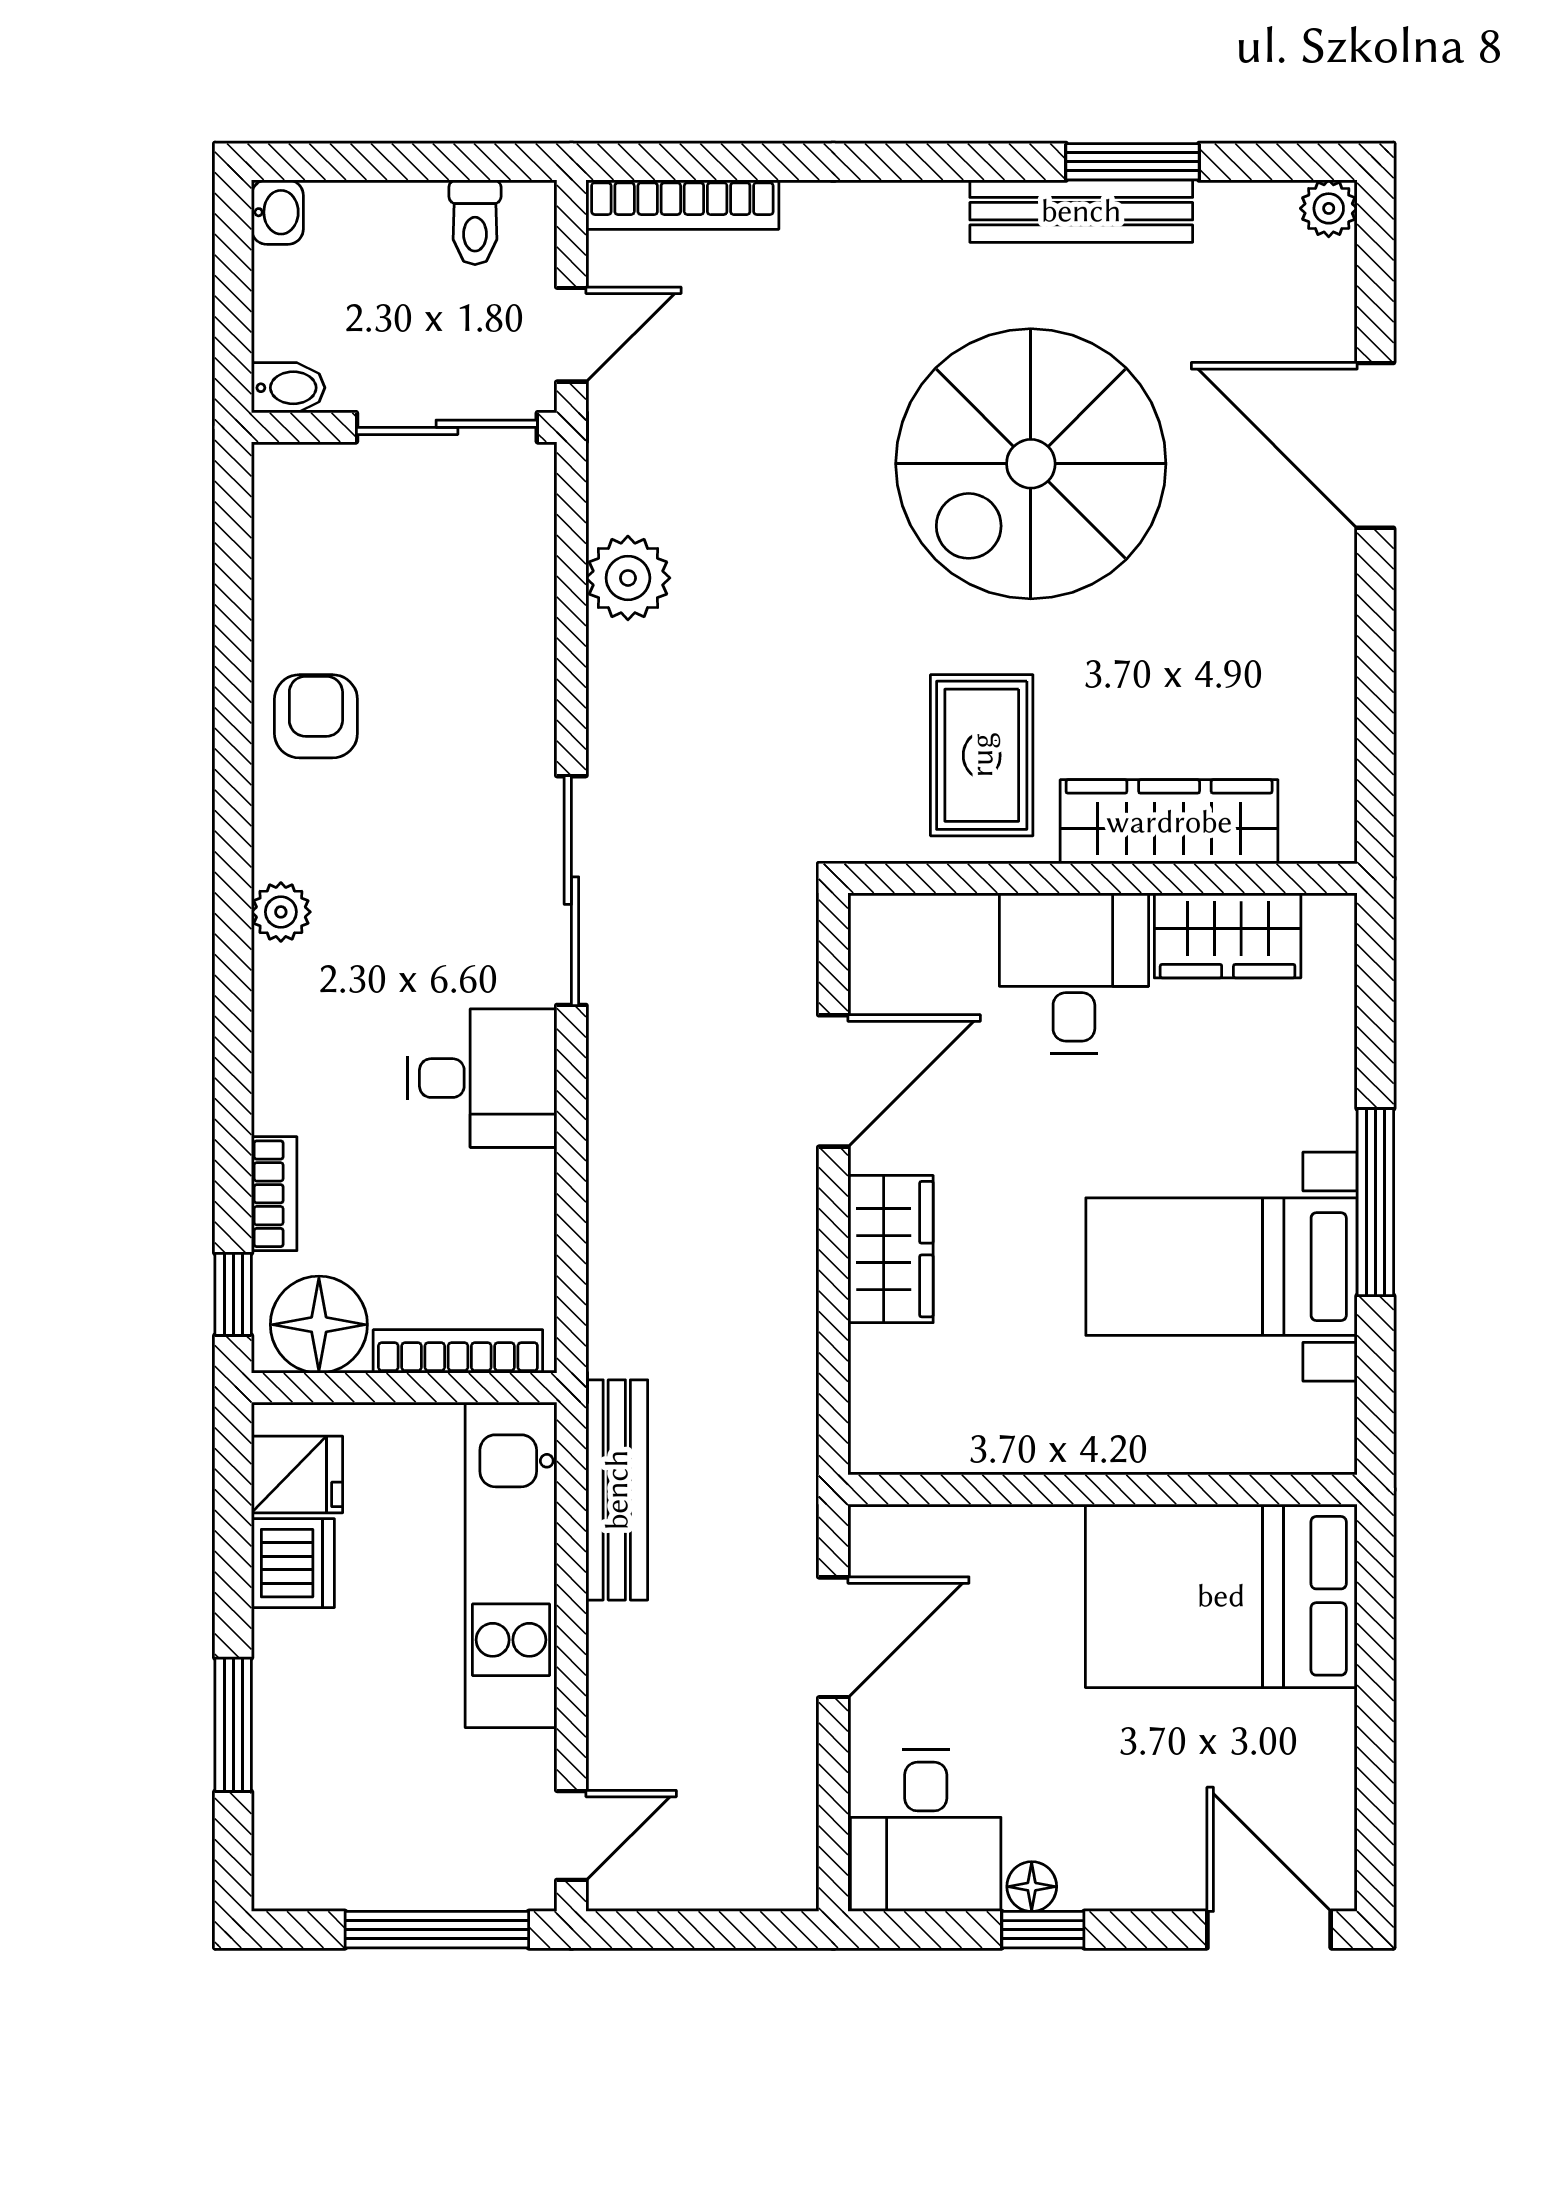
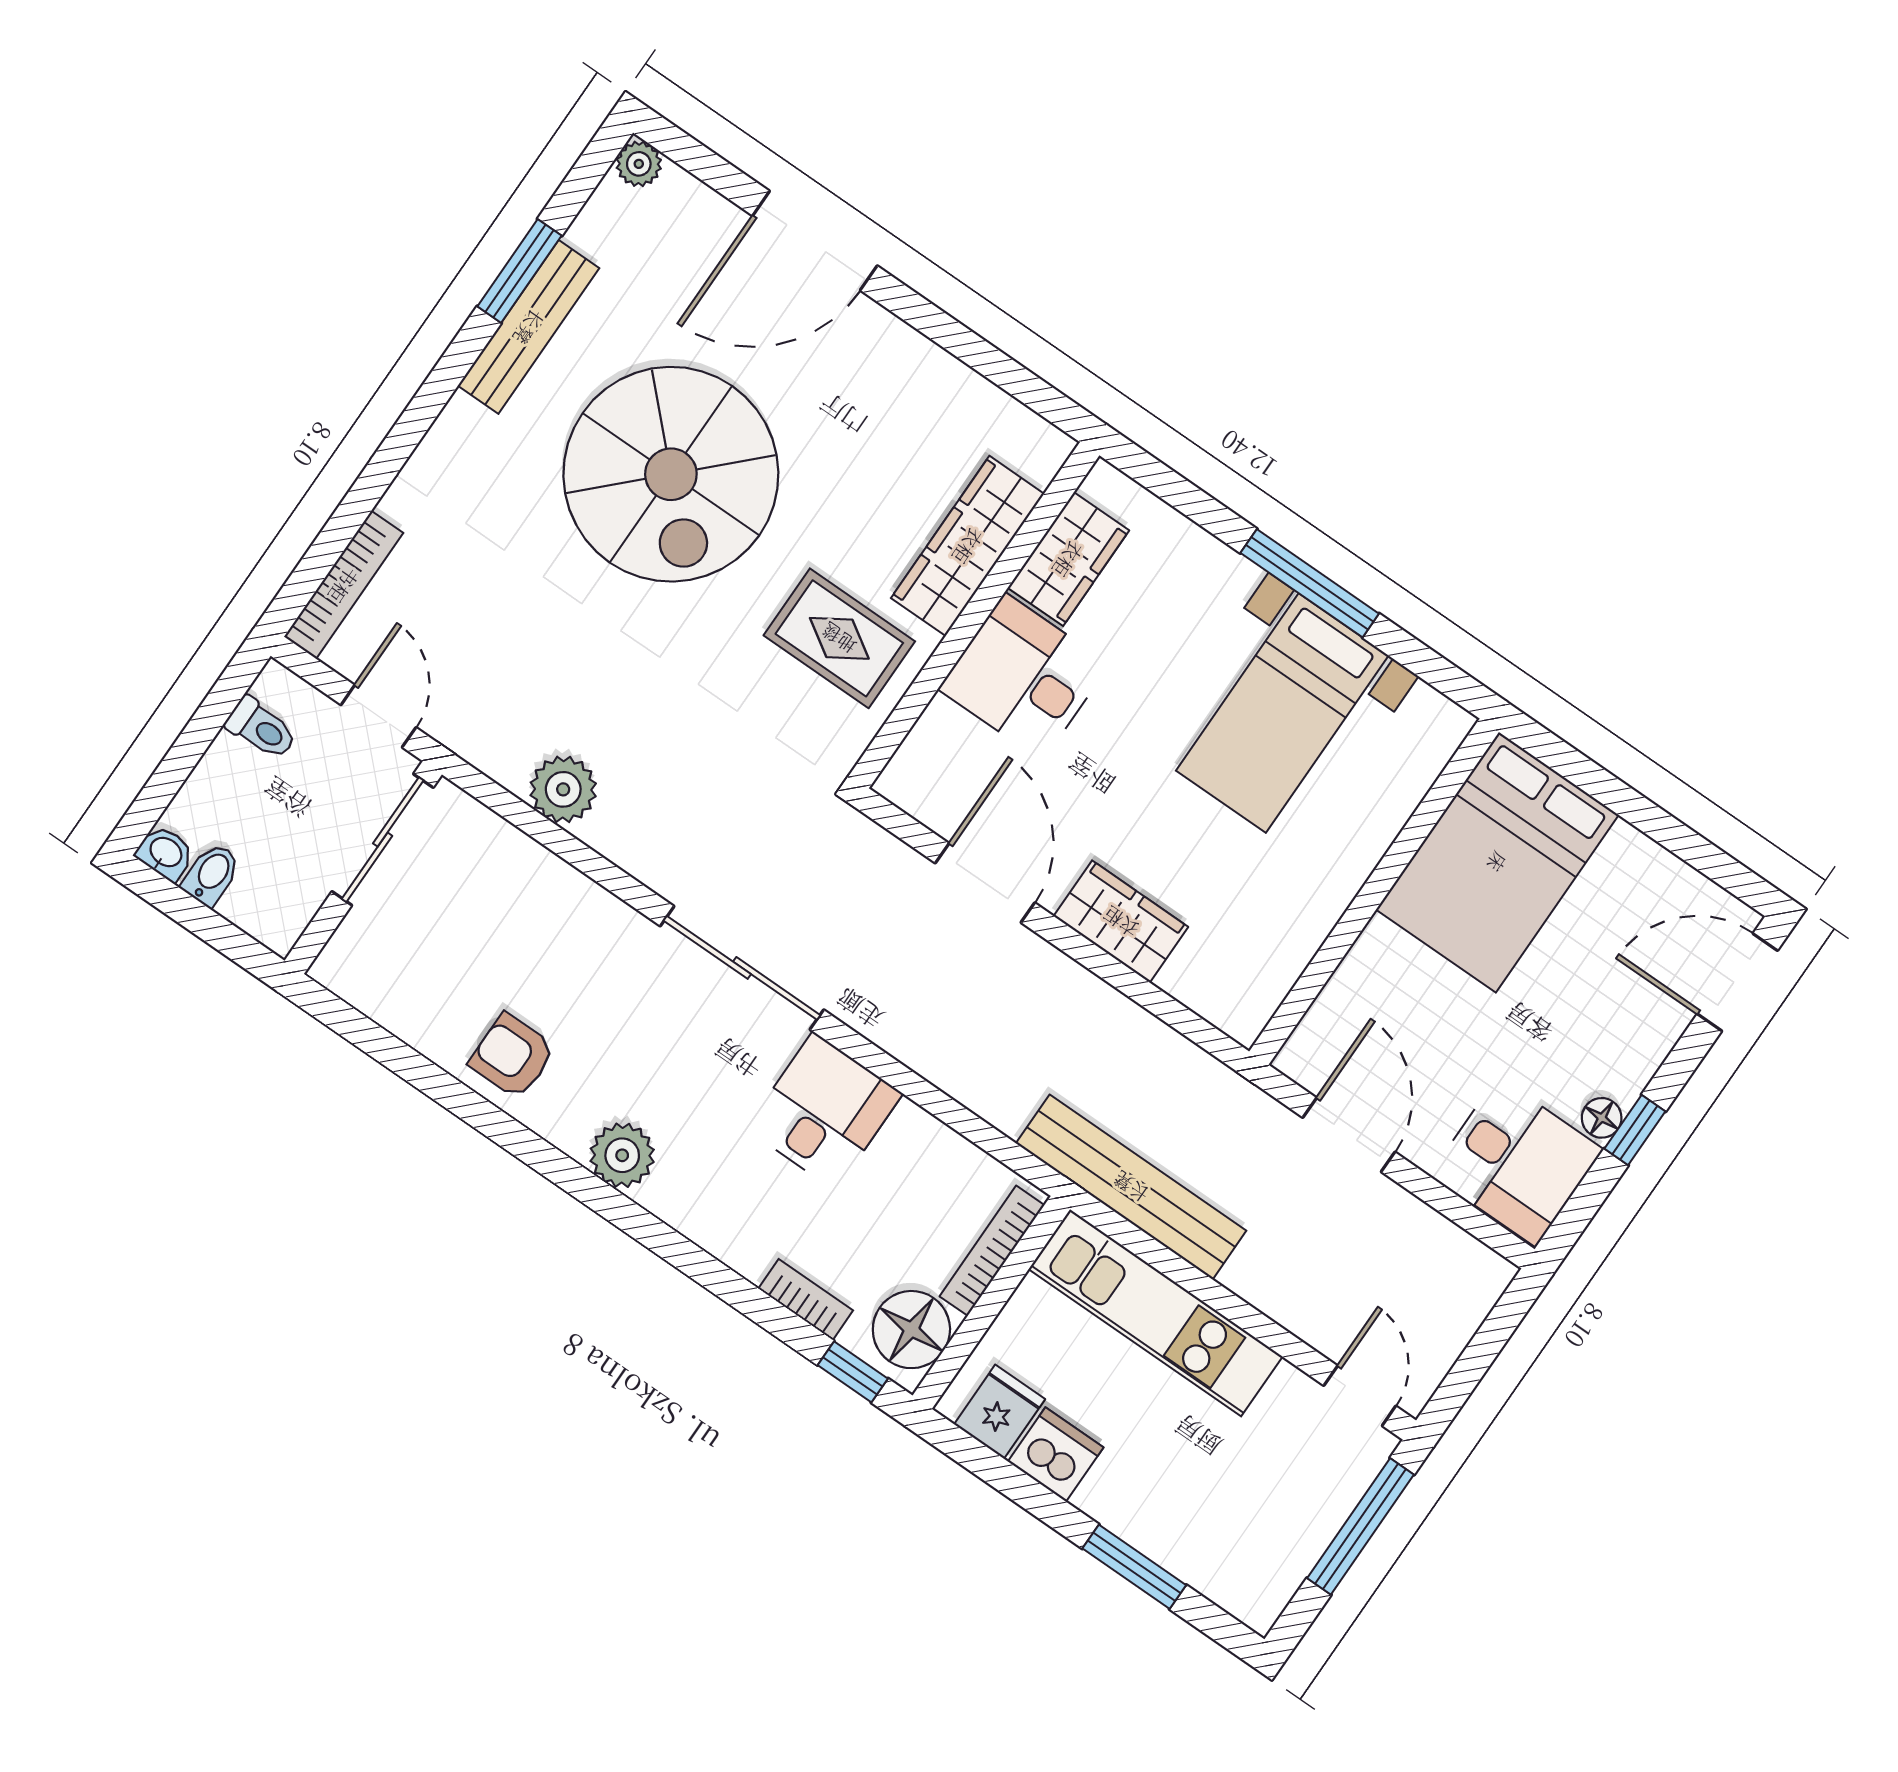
bidet: (288, 388) -> (211, 875), moved
plant: (281, 912) -> (622, 1155), width x1.38, depth x1.38
bench: (617, 1490) -> (1131, 1187), width x1.37, depth x1.21

